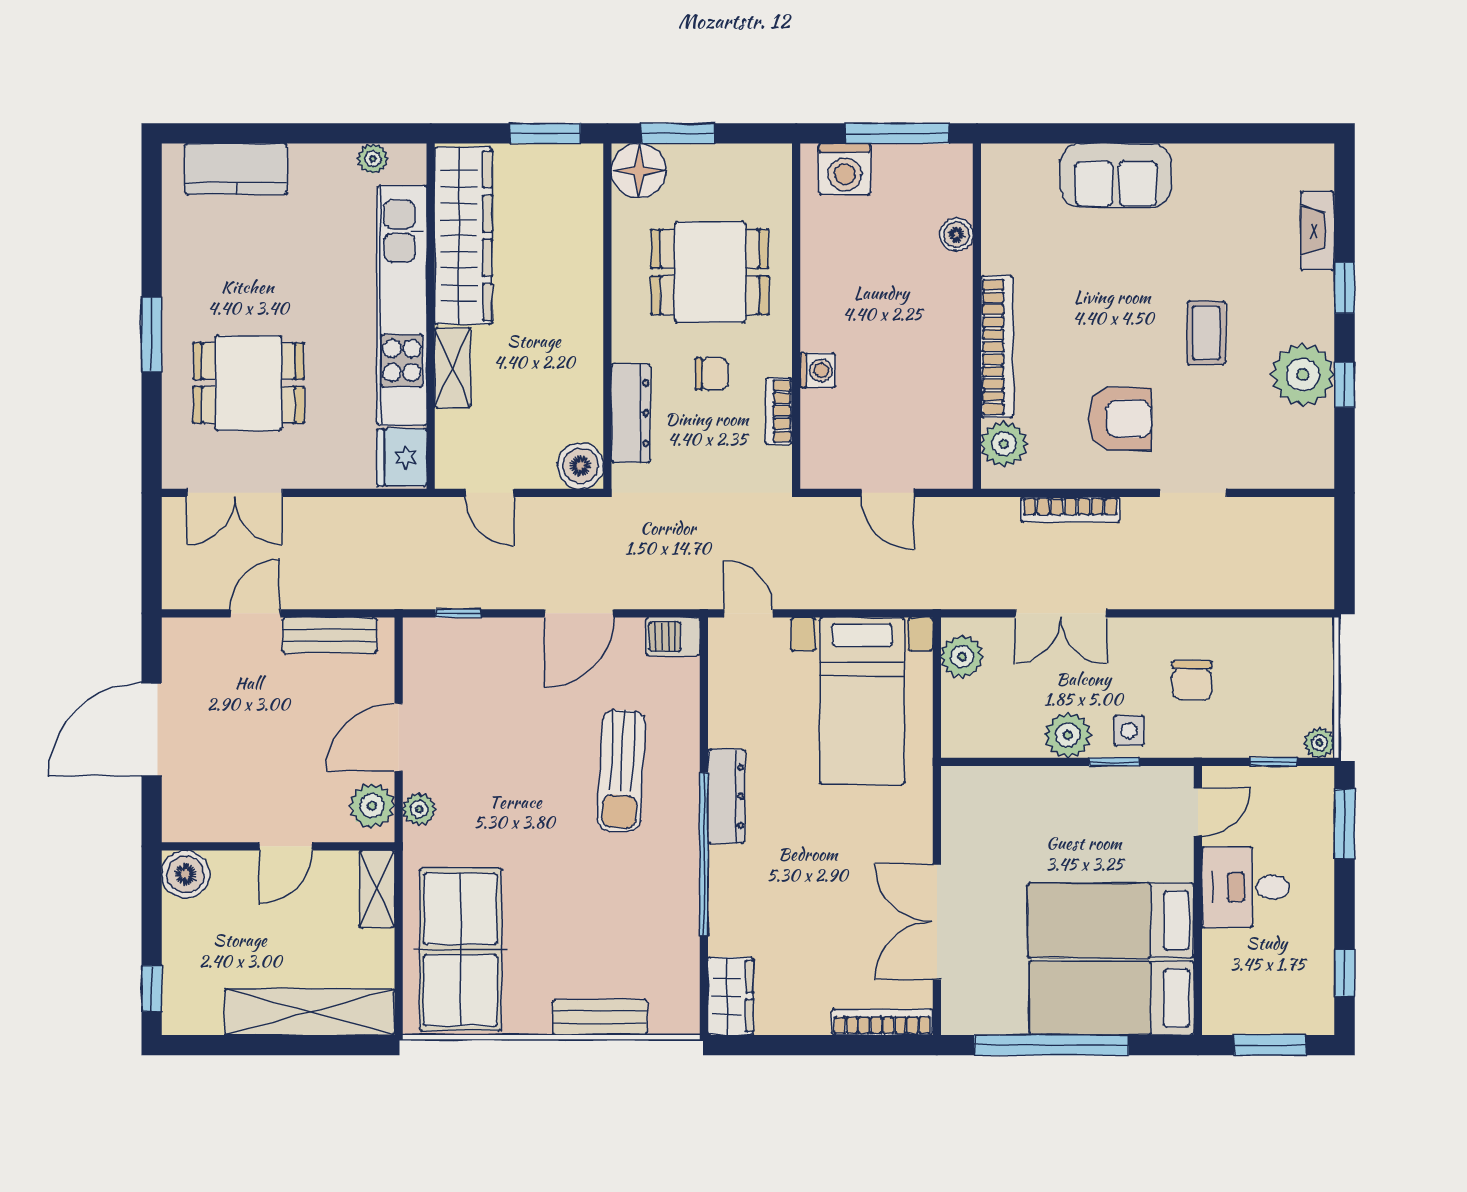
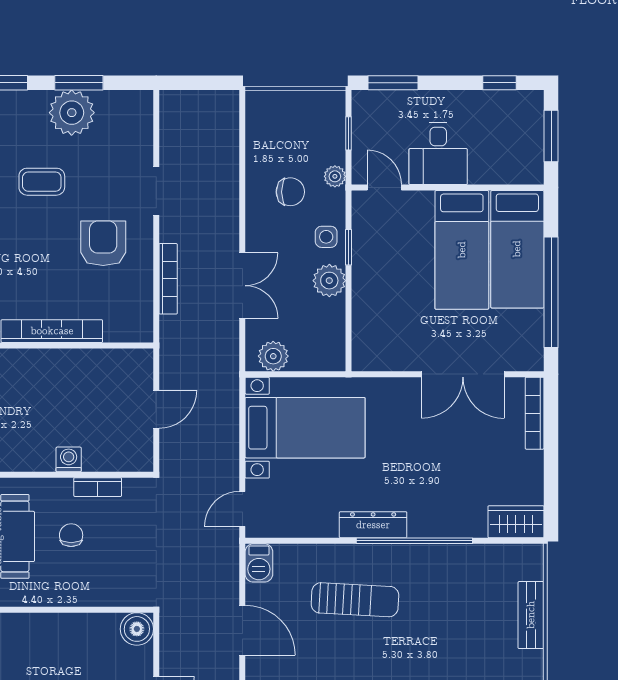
window: (1344, 385) -> (79, 83), width x1.50
dresser: (631, 413) -> (99, 593), removed
plant: (1004, 444) -> (121, 326), removed
plant: (1319, 743) -> (335, 176), moved

